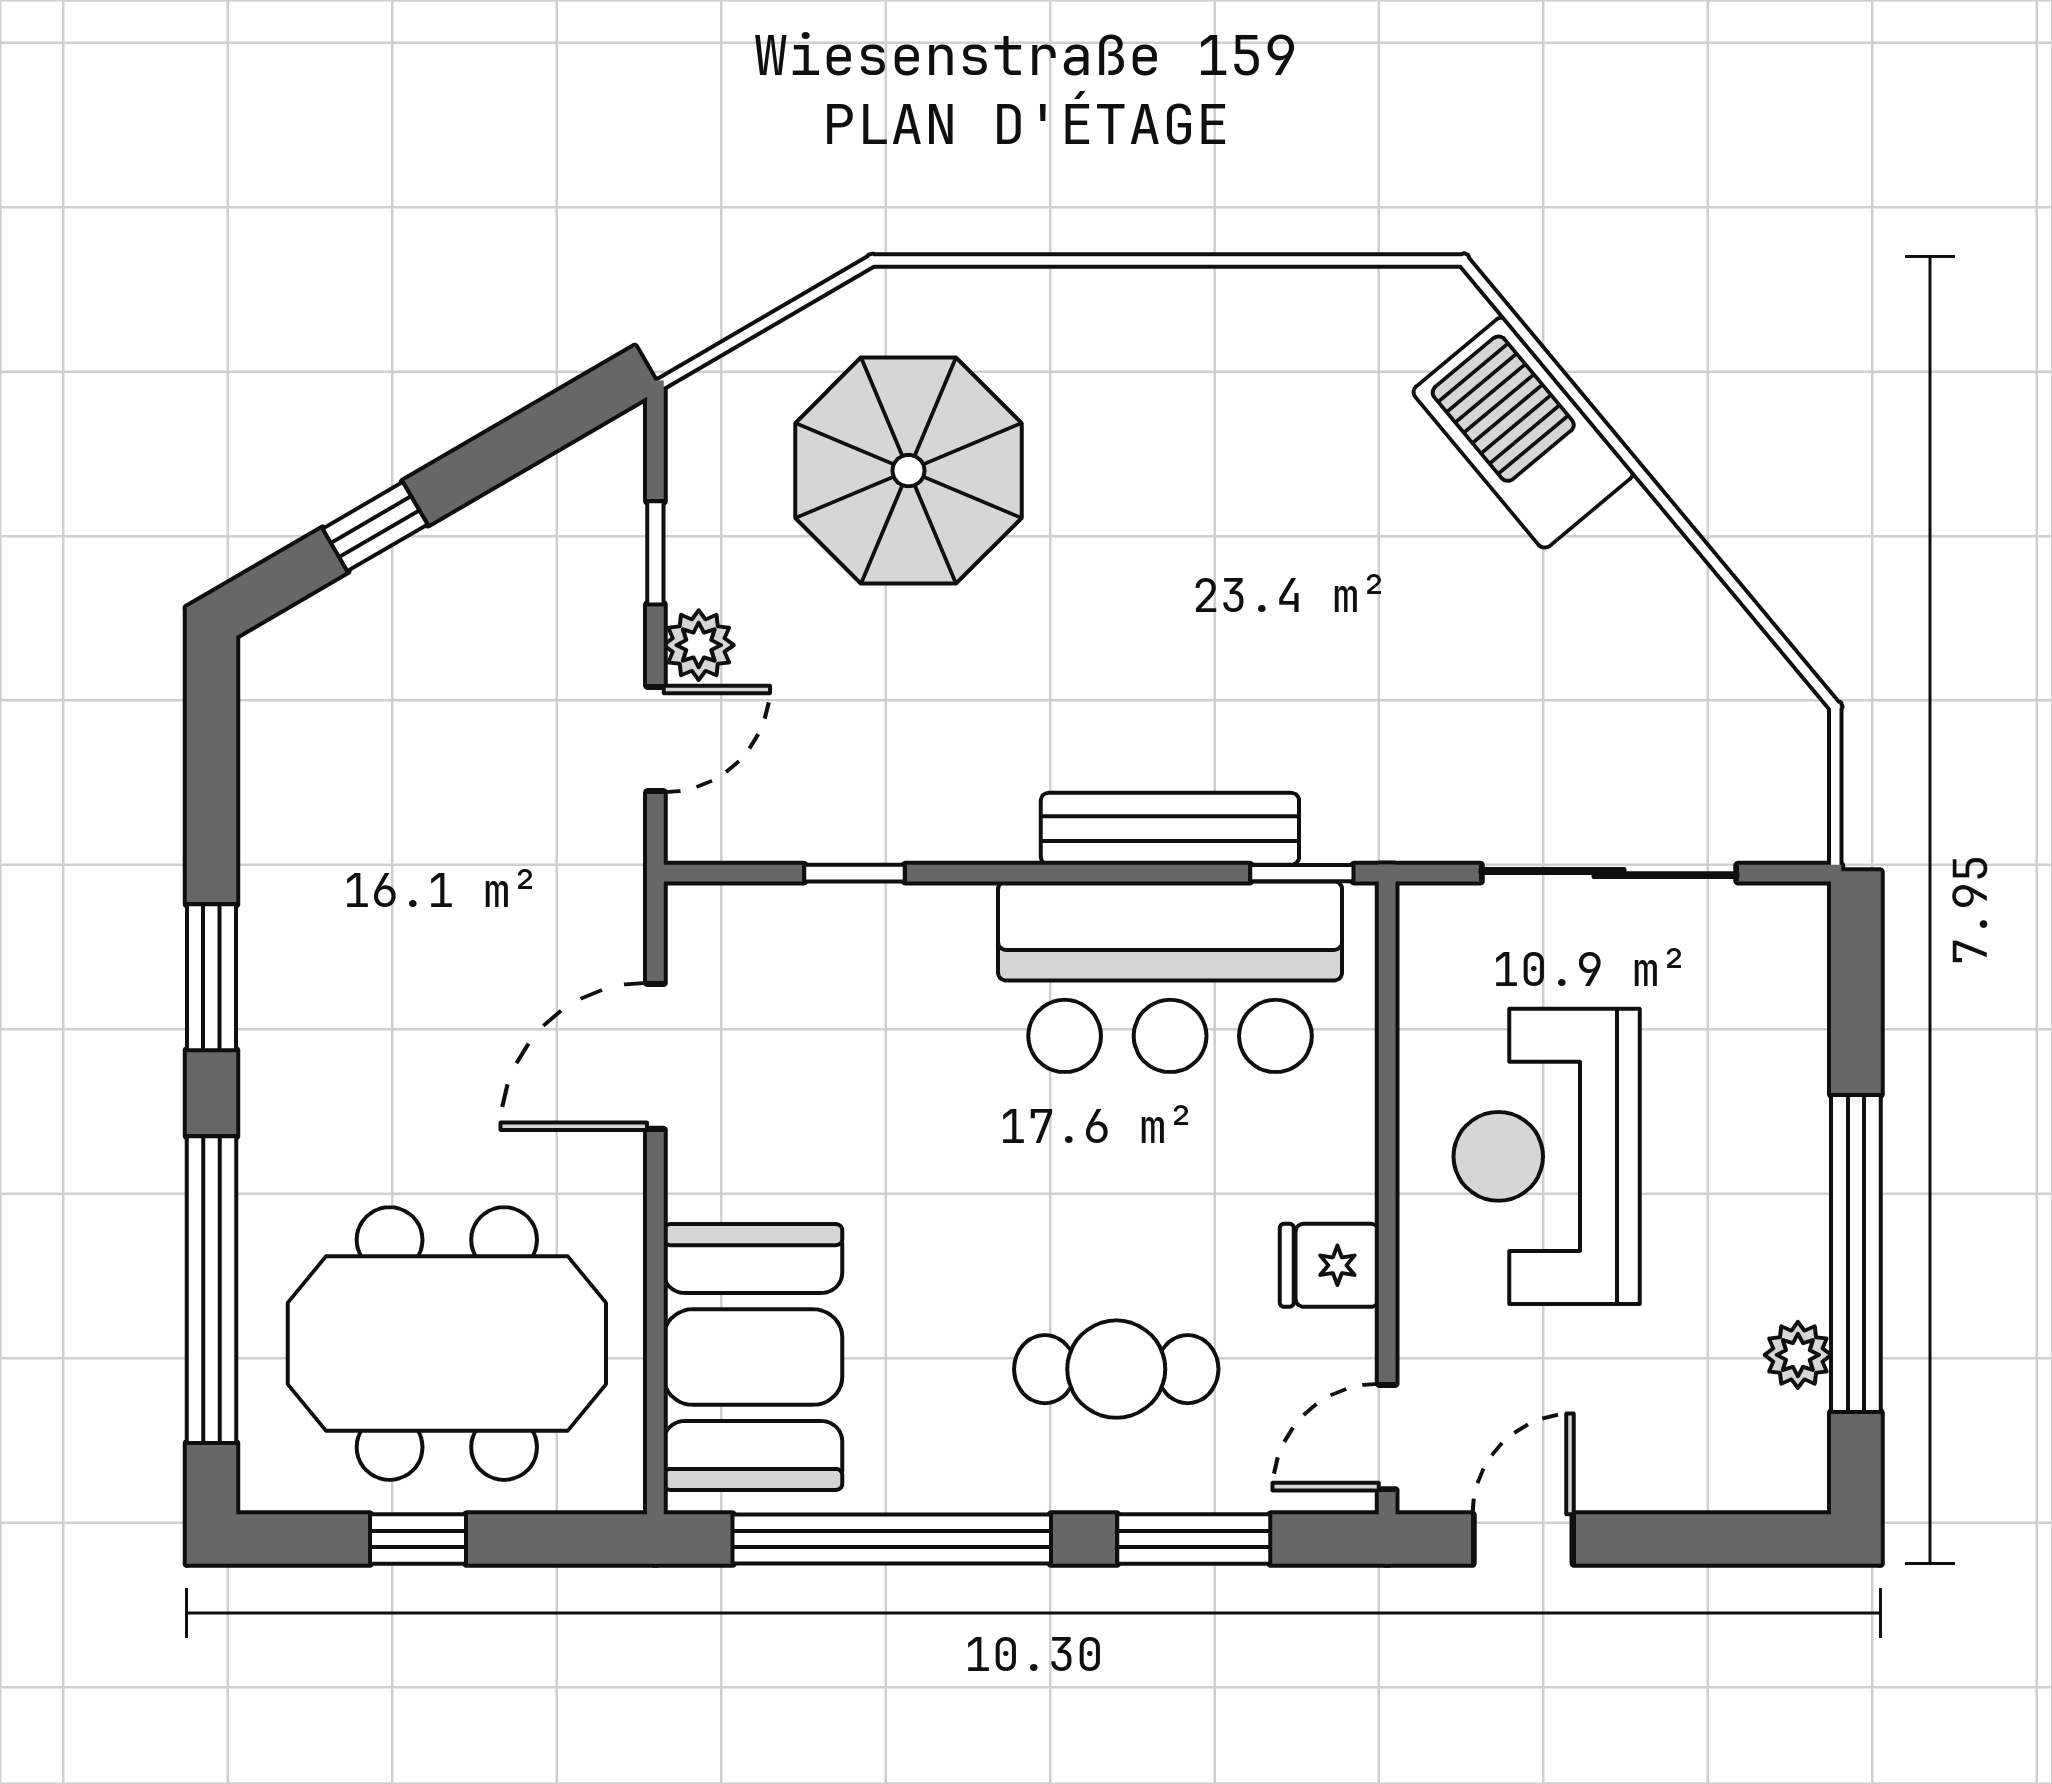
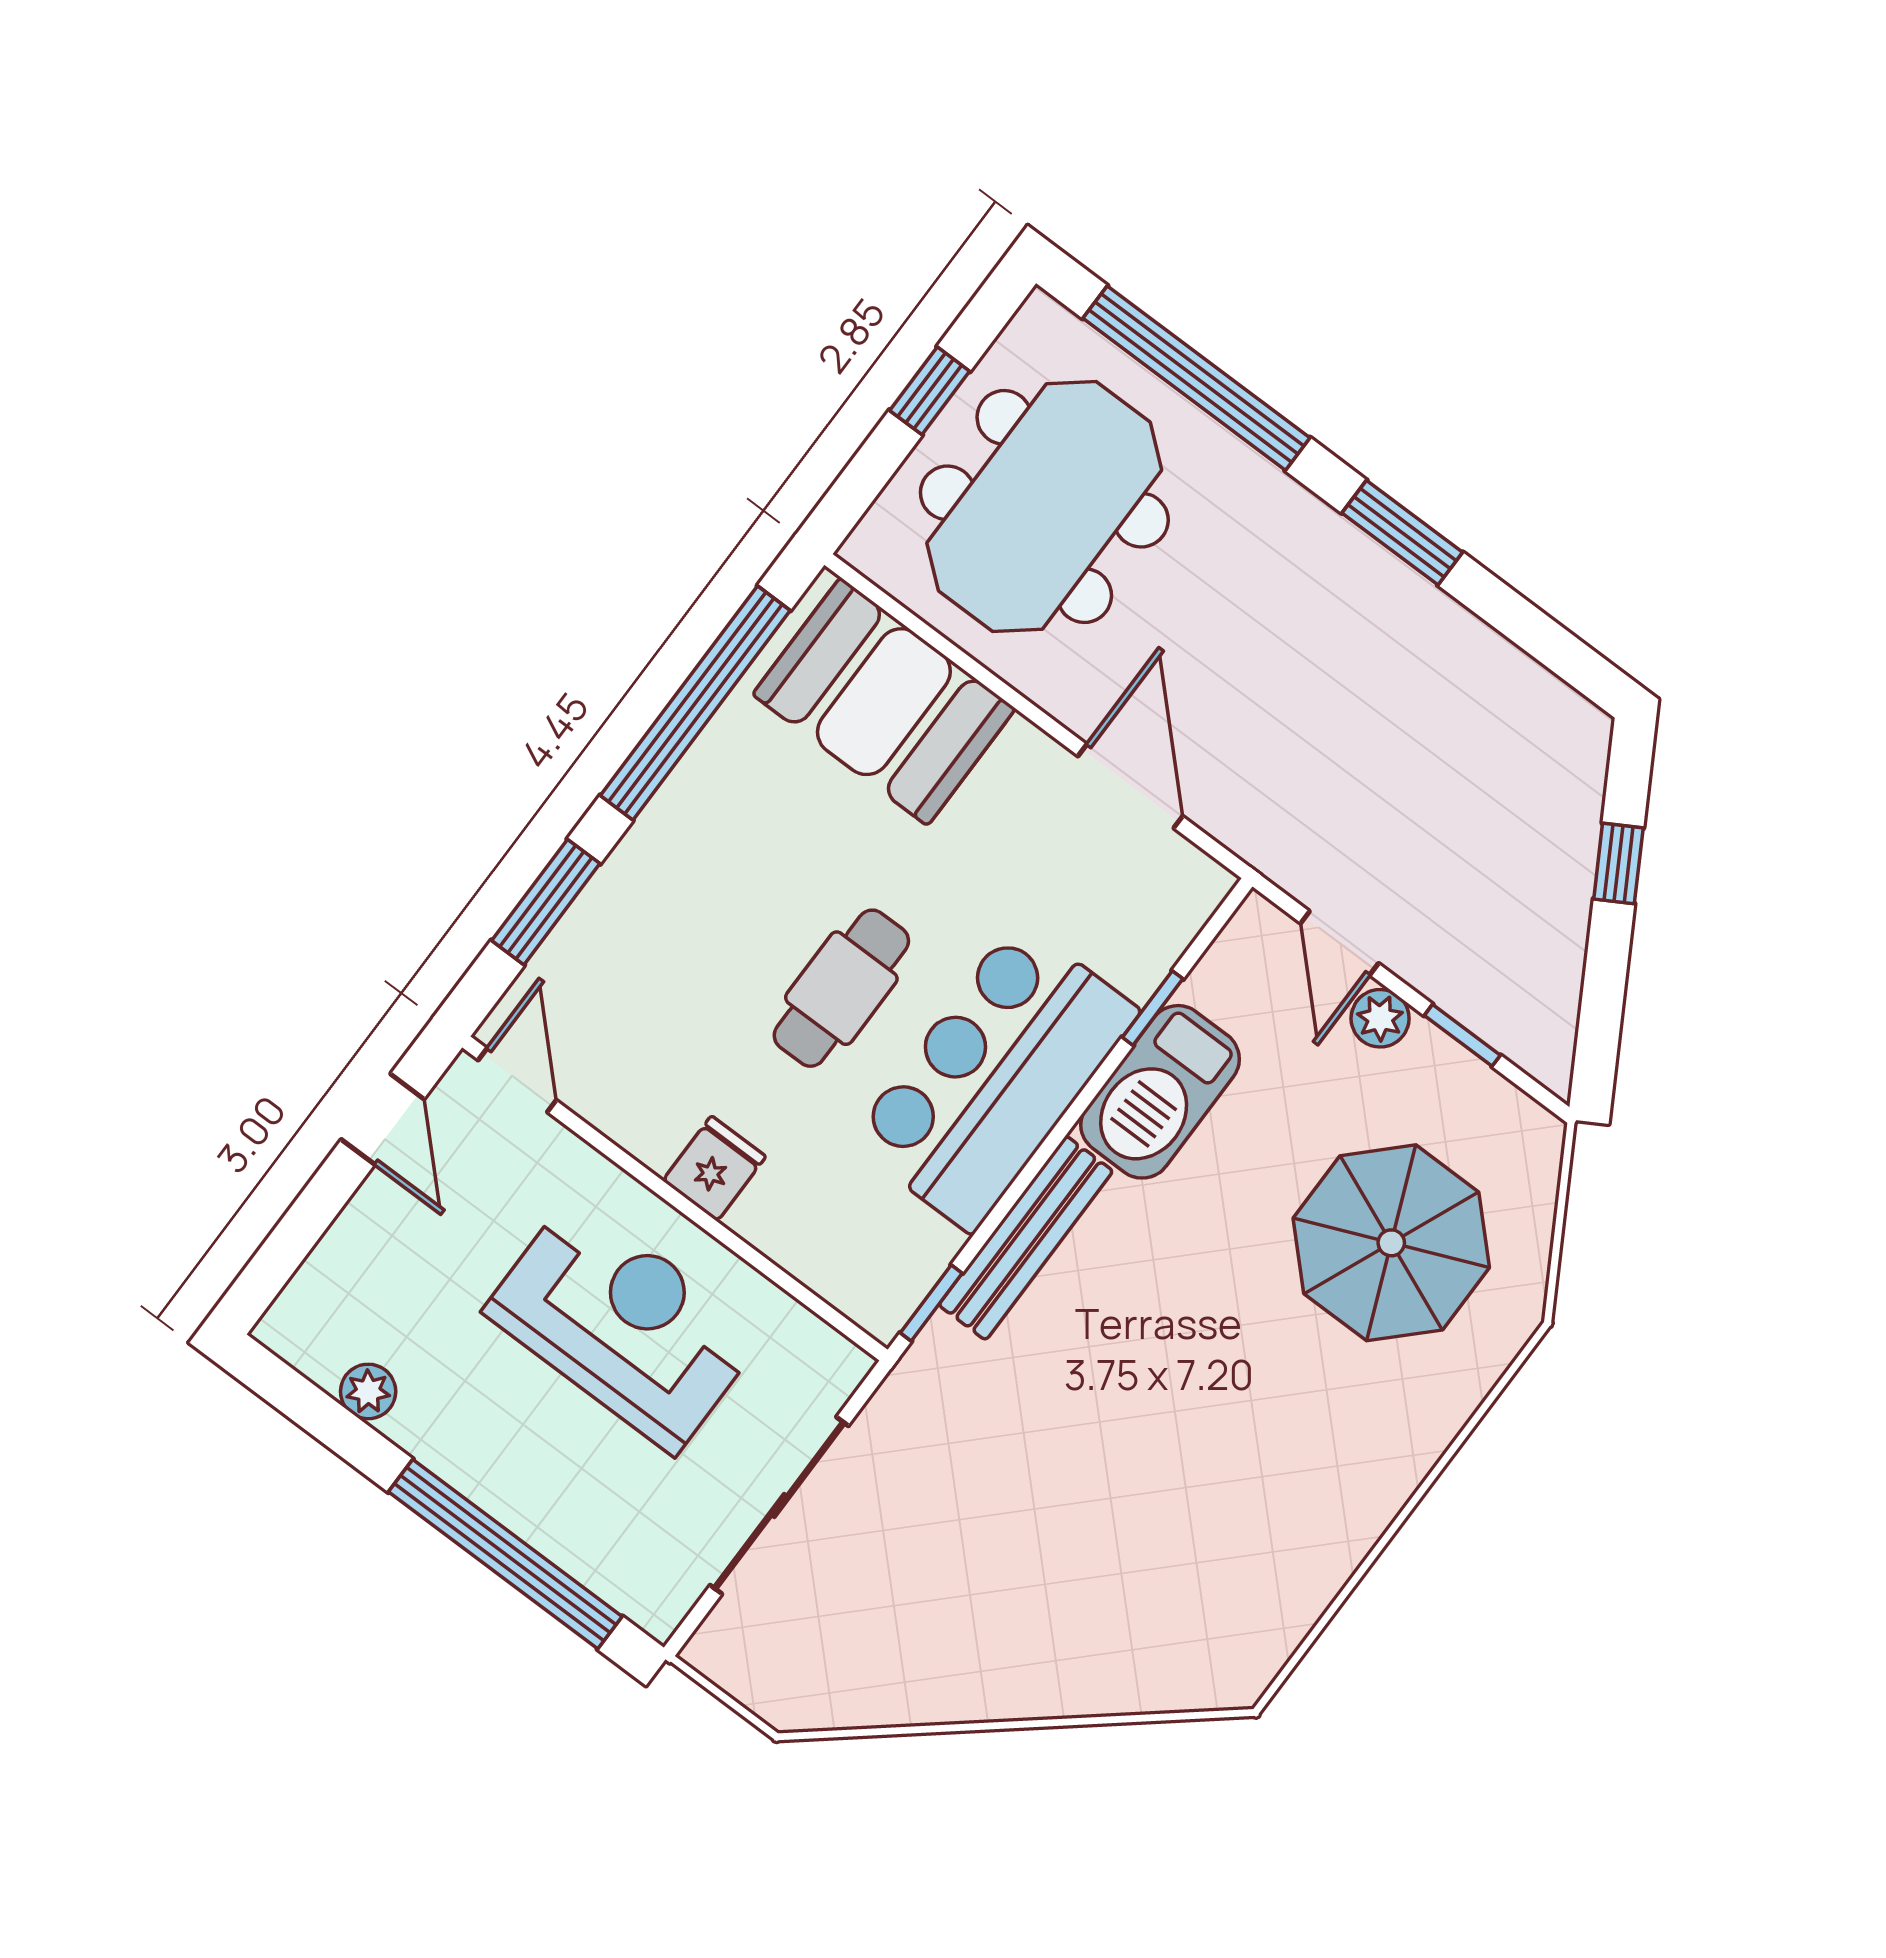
barbecue: (1523, 433) -> (1160, 1092), moved, turned 130
bar counter: (1170, 977) -> (994, 1076), moved
window: (1856, 1254) -> (505, 1554), moved
fridge: (1329, 1265) -> (714, 1168), moved
cafe table: (1116, 1369) -> (841, 988), moved

